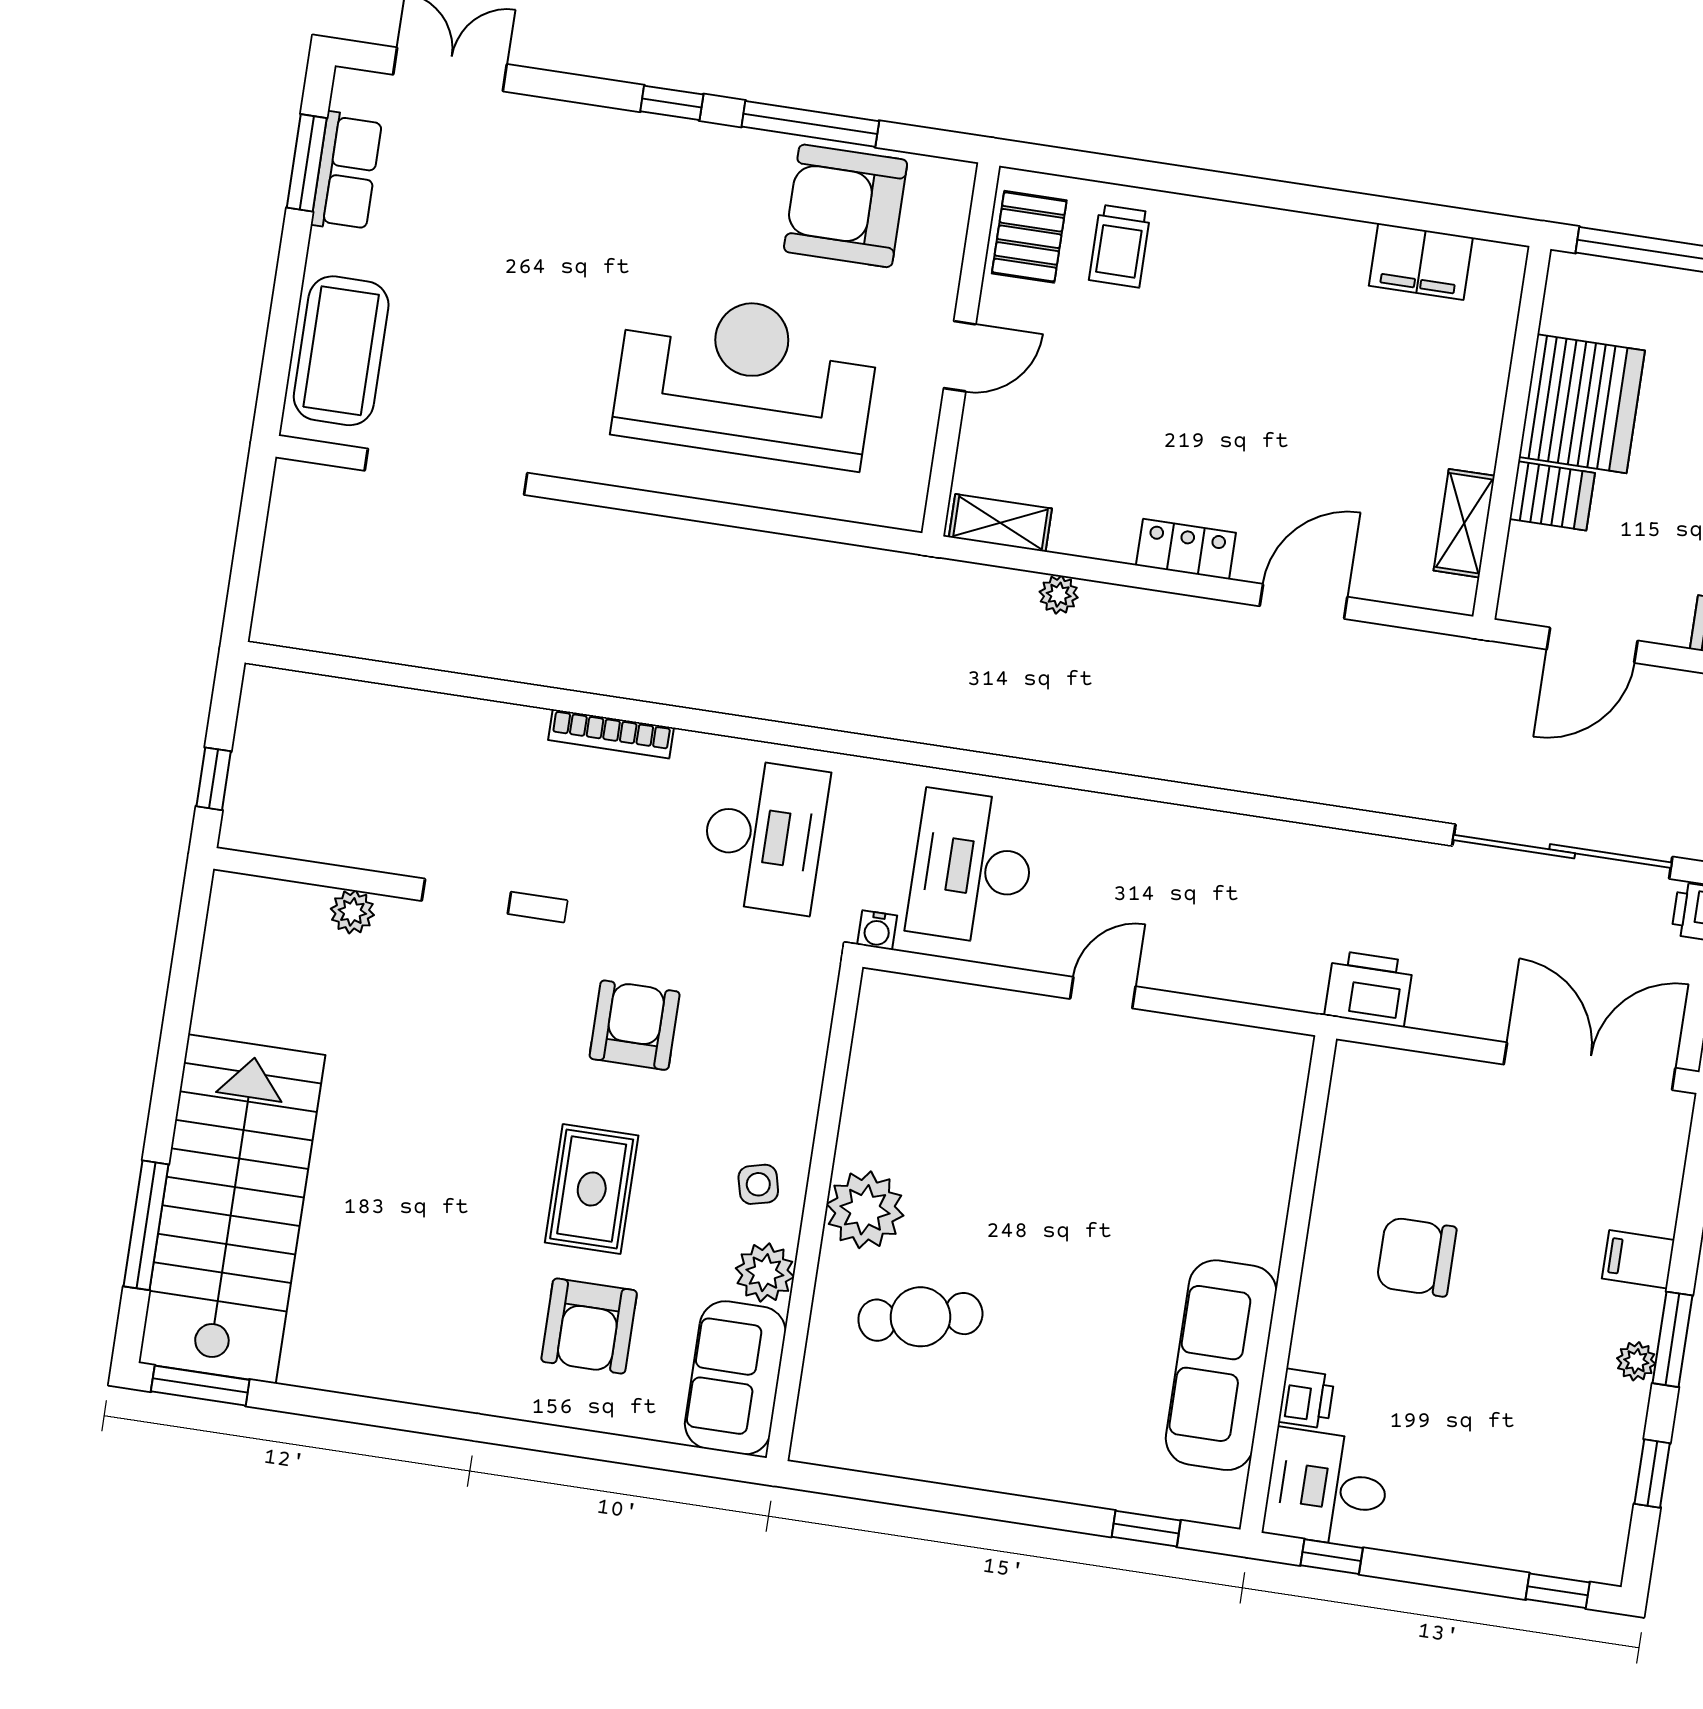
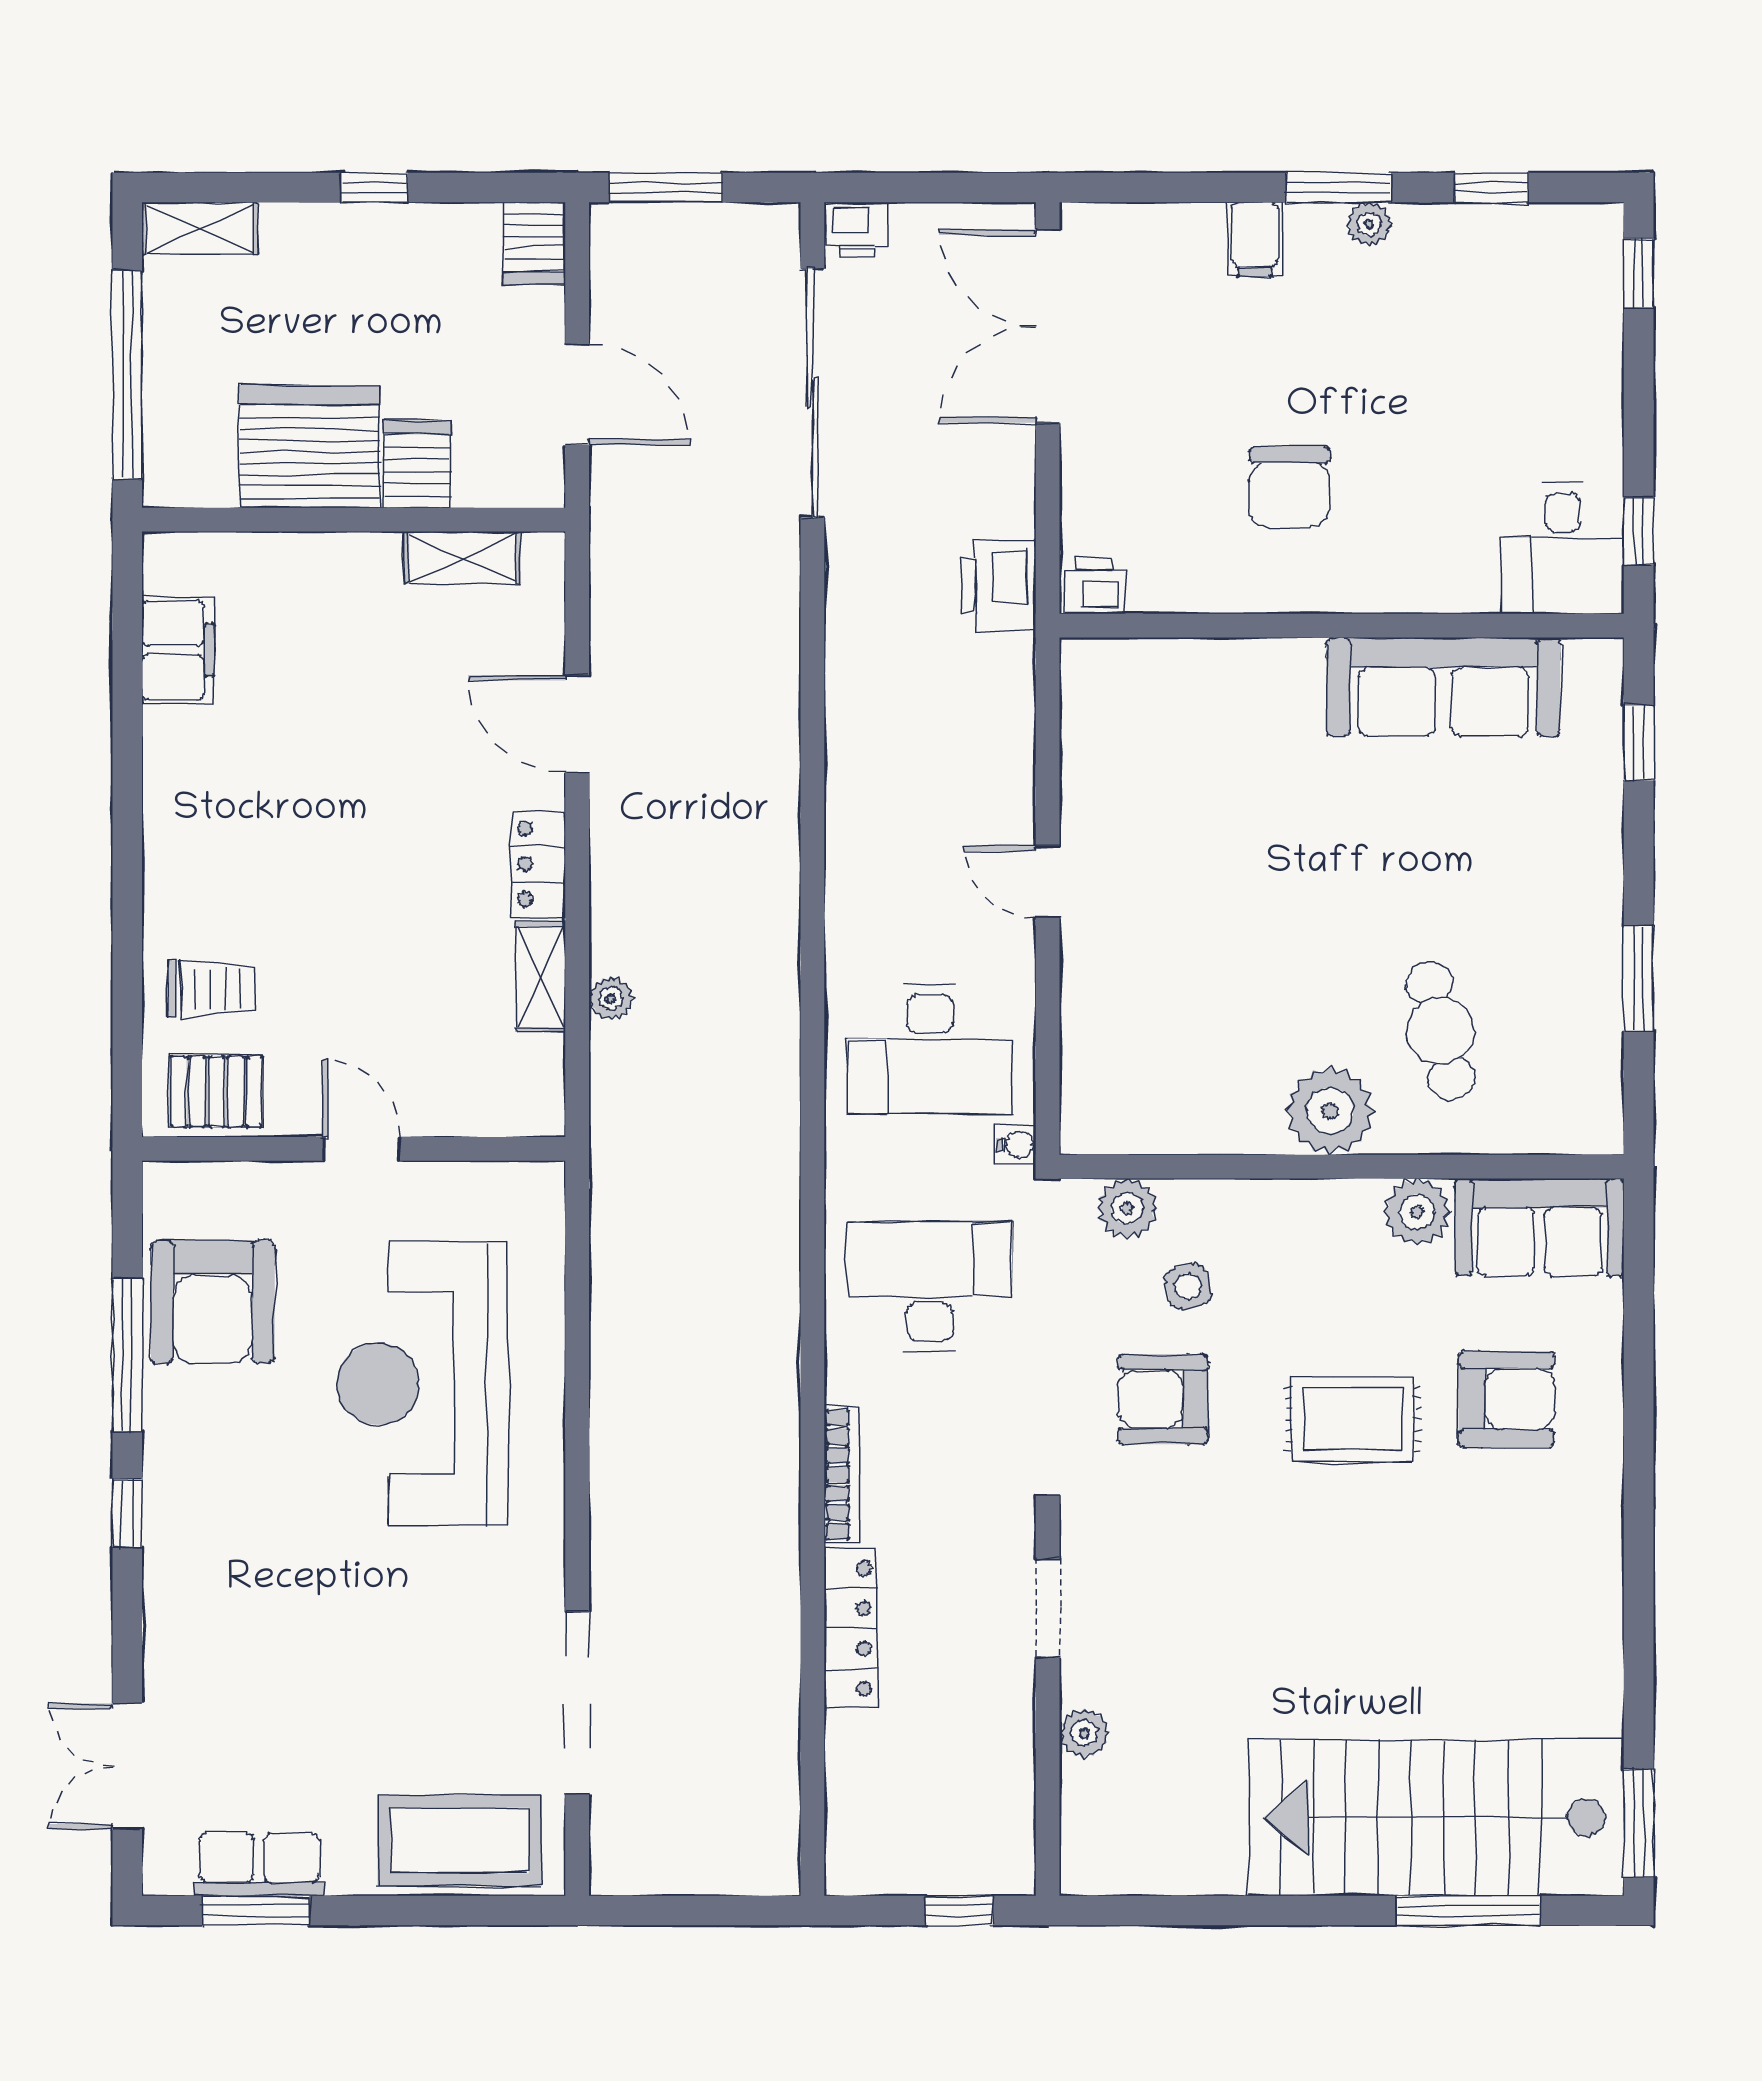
shelving: (1000, 523) -> (541, 977), moved
locker: (475, 721) -> (851, 1629), added
plant: (806, 1019) -> (1127, 1209), added
side table: (758, 1184) -> (1188, 1286), moved
printer: (1306, 1399) -> (1094, 586), moved
window: (940, 1497) -> (1639, 978), added

